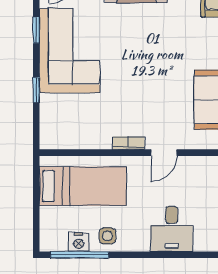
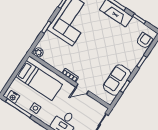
plant: (51, 140) -> (38, 52), added
nightstand: (79, 242) -> (13, 97), moved

